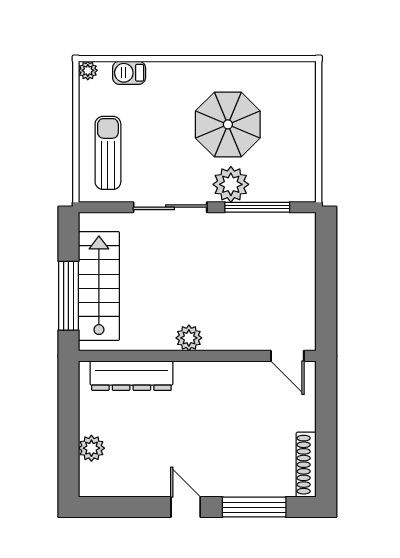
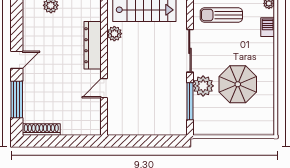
sun lounger: (108, 153) -> (221, 15), turned 180
plant: (189, 338) -> (114, 34), moved
door: (287, 356) -> (104, 88), moved
dresser: (131, 376) -> (93, 45), moved

